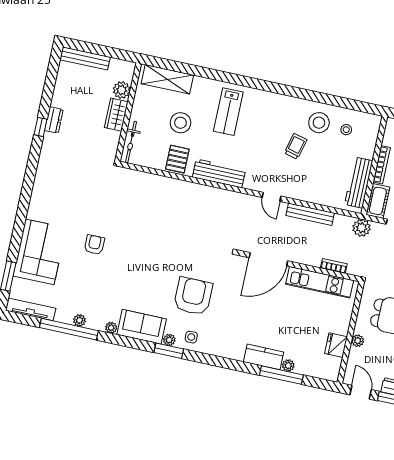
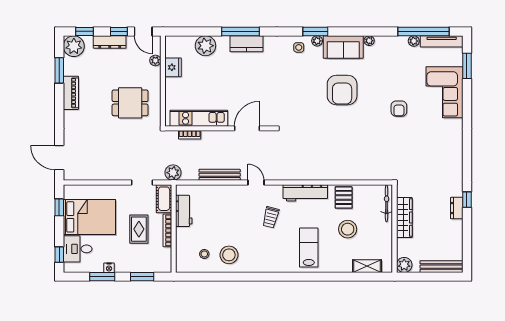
shelving: (167, 79) -> (367, 266), width x0.67, depth x0.75
plant: (122, 90) -> (404, 265), moved
wardrobe: (116, 115) -> (404, 217), width x1.50
trolley: (296, 146) -> (271, 217), moved
workbench: (359, 183) -> (184, 211), width x0.73
door: (268, 259) -> (247, 128), width x0.73
armchair: (193, 296) -> (342, 90), moved
plant: (80, 320) -> (414, 41), moved
window: (69, 329) -> (424, 31), moved
plant: (358, 341) -> (155, 60), moved
kitchen counter: (264, 357) -> (246, 44), moved
plant: (288, 366) -> (205, 46), width x1.88, depth x1.88
window: (281, 375) -> (241, 31), moved

